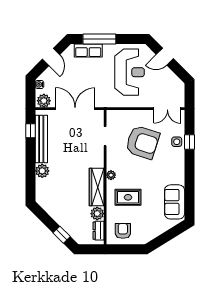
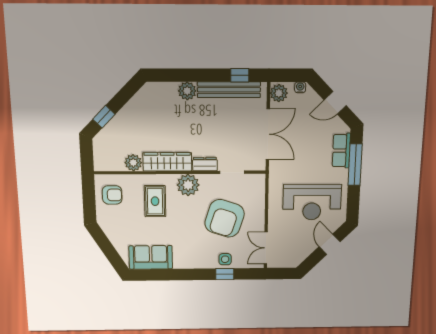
plant: (111, 175) -> (188, 185), width x1.88, depth x1.88
dresser: (98, 231) -> (205, 164), moved

